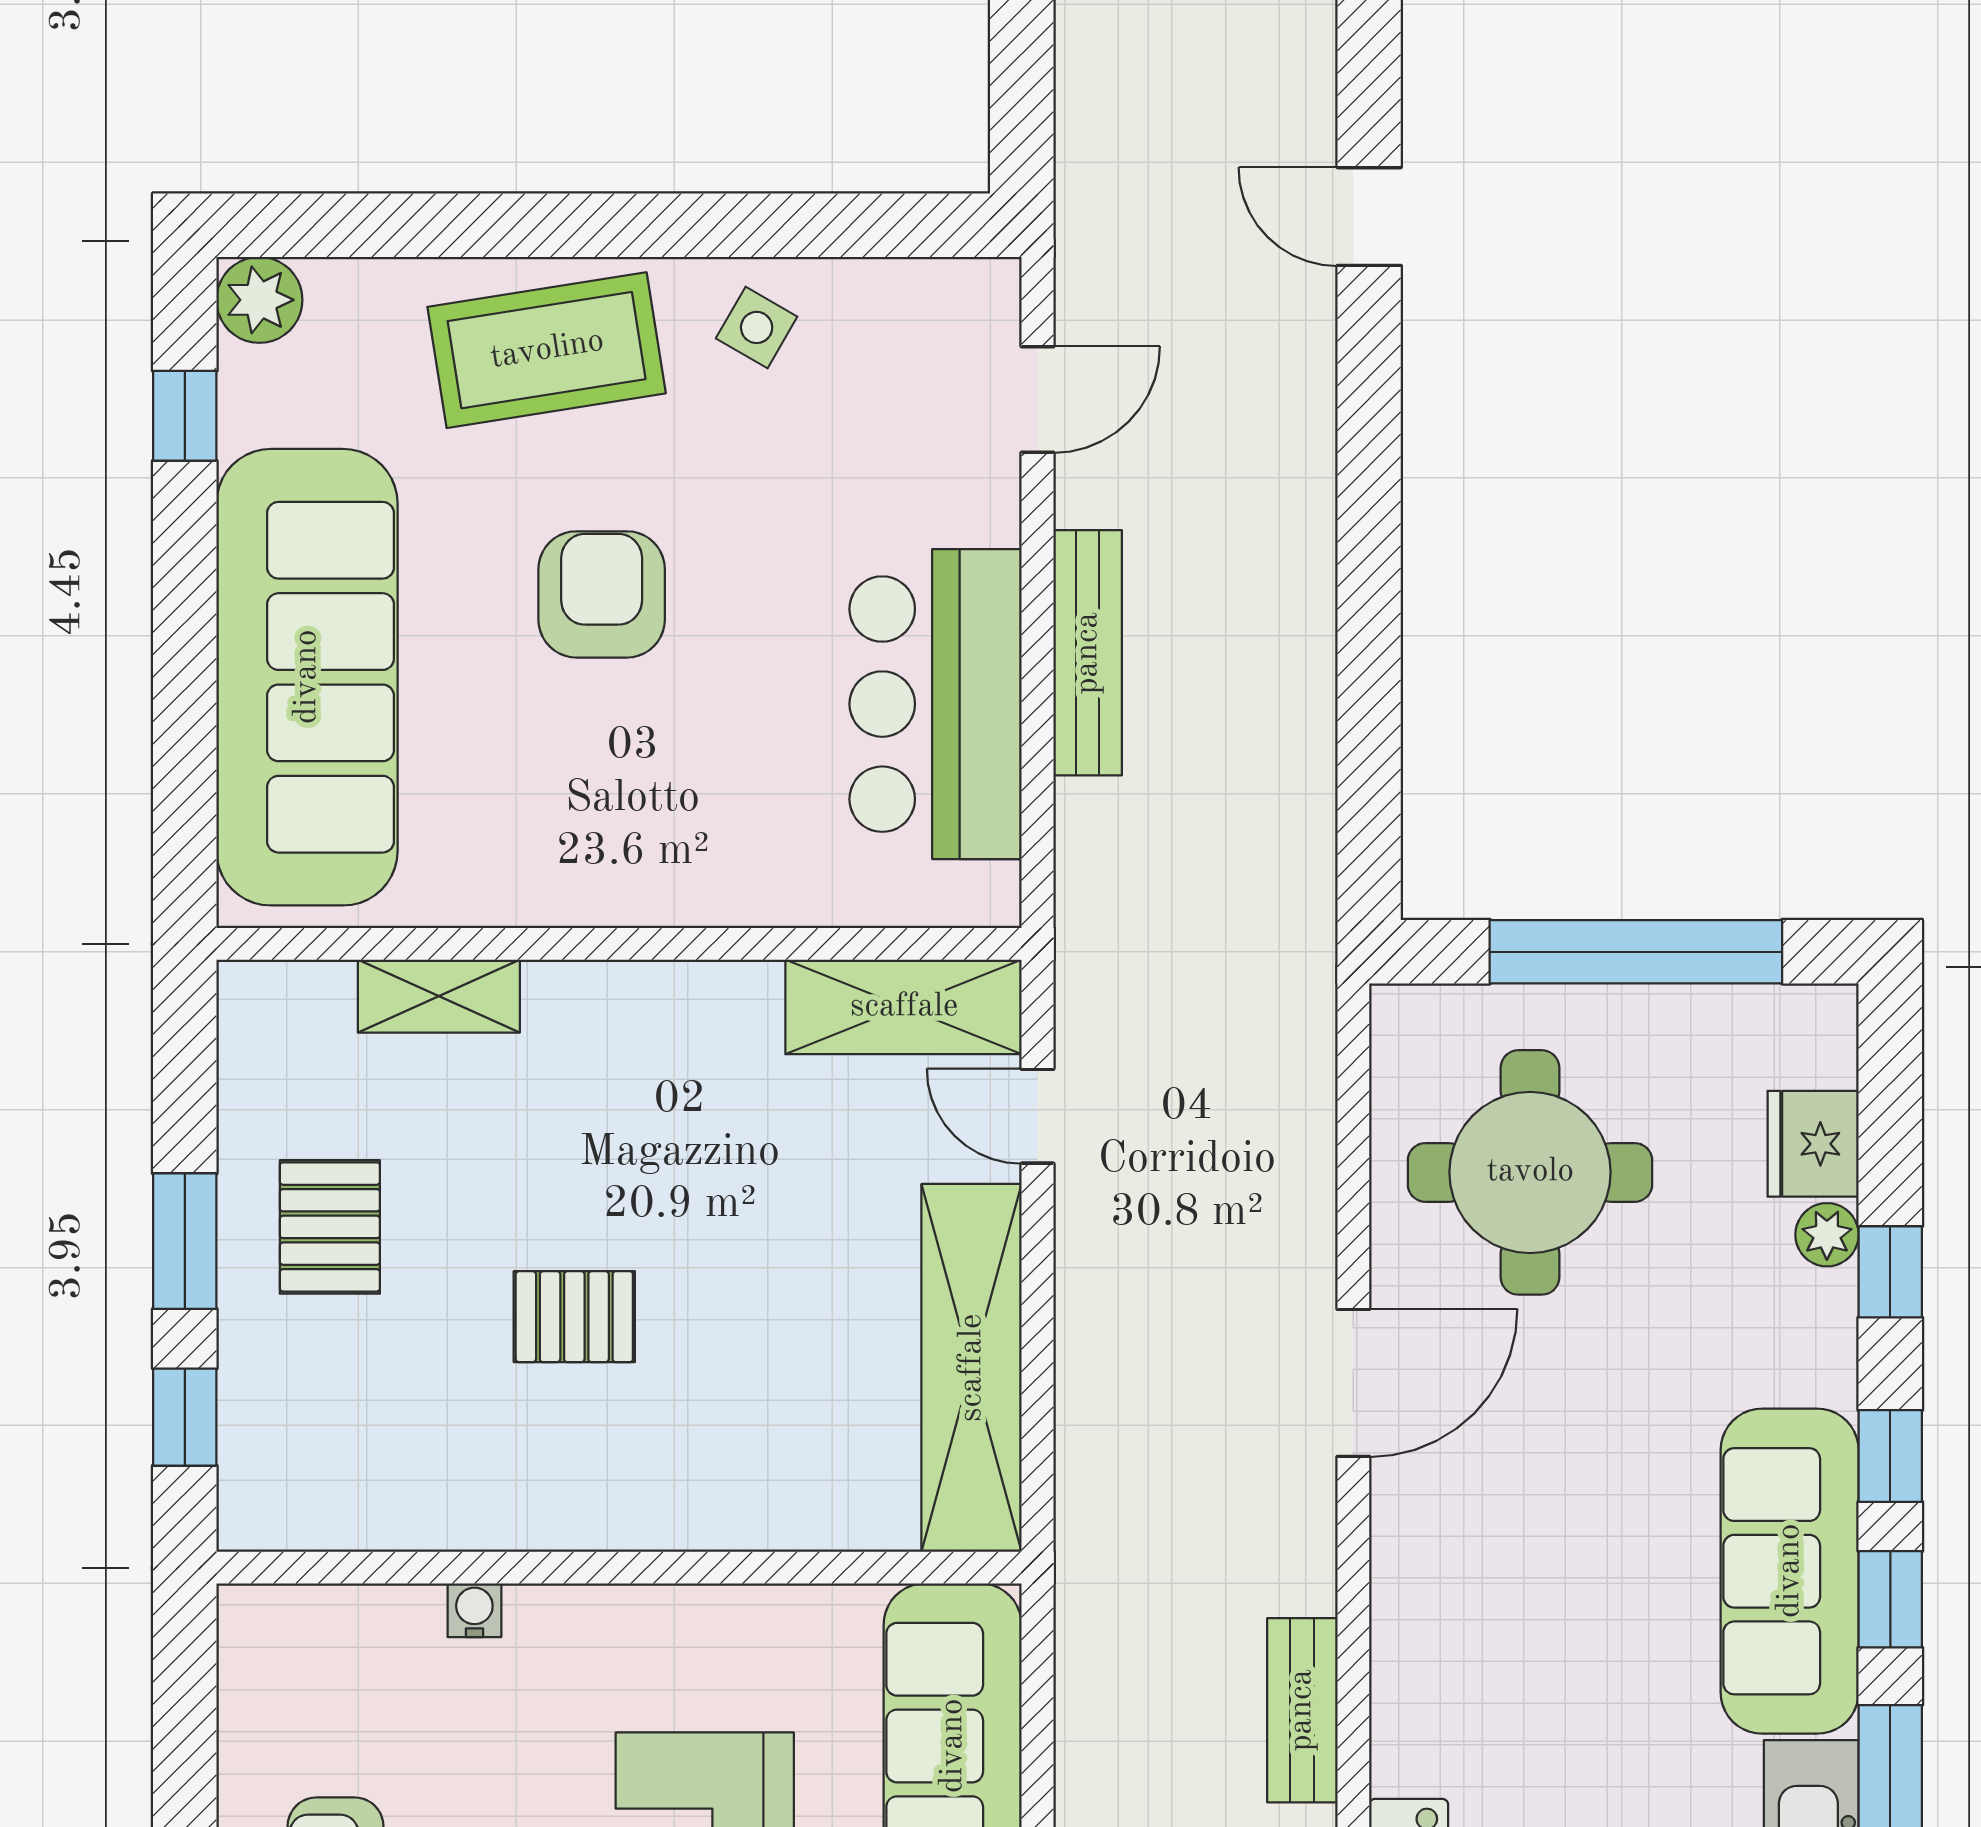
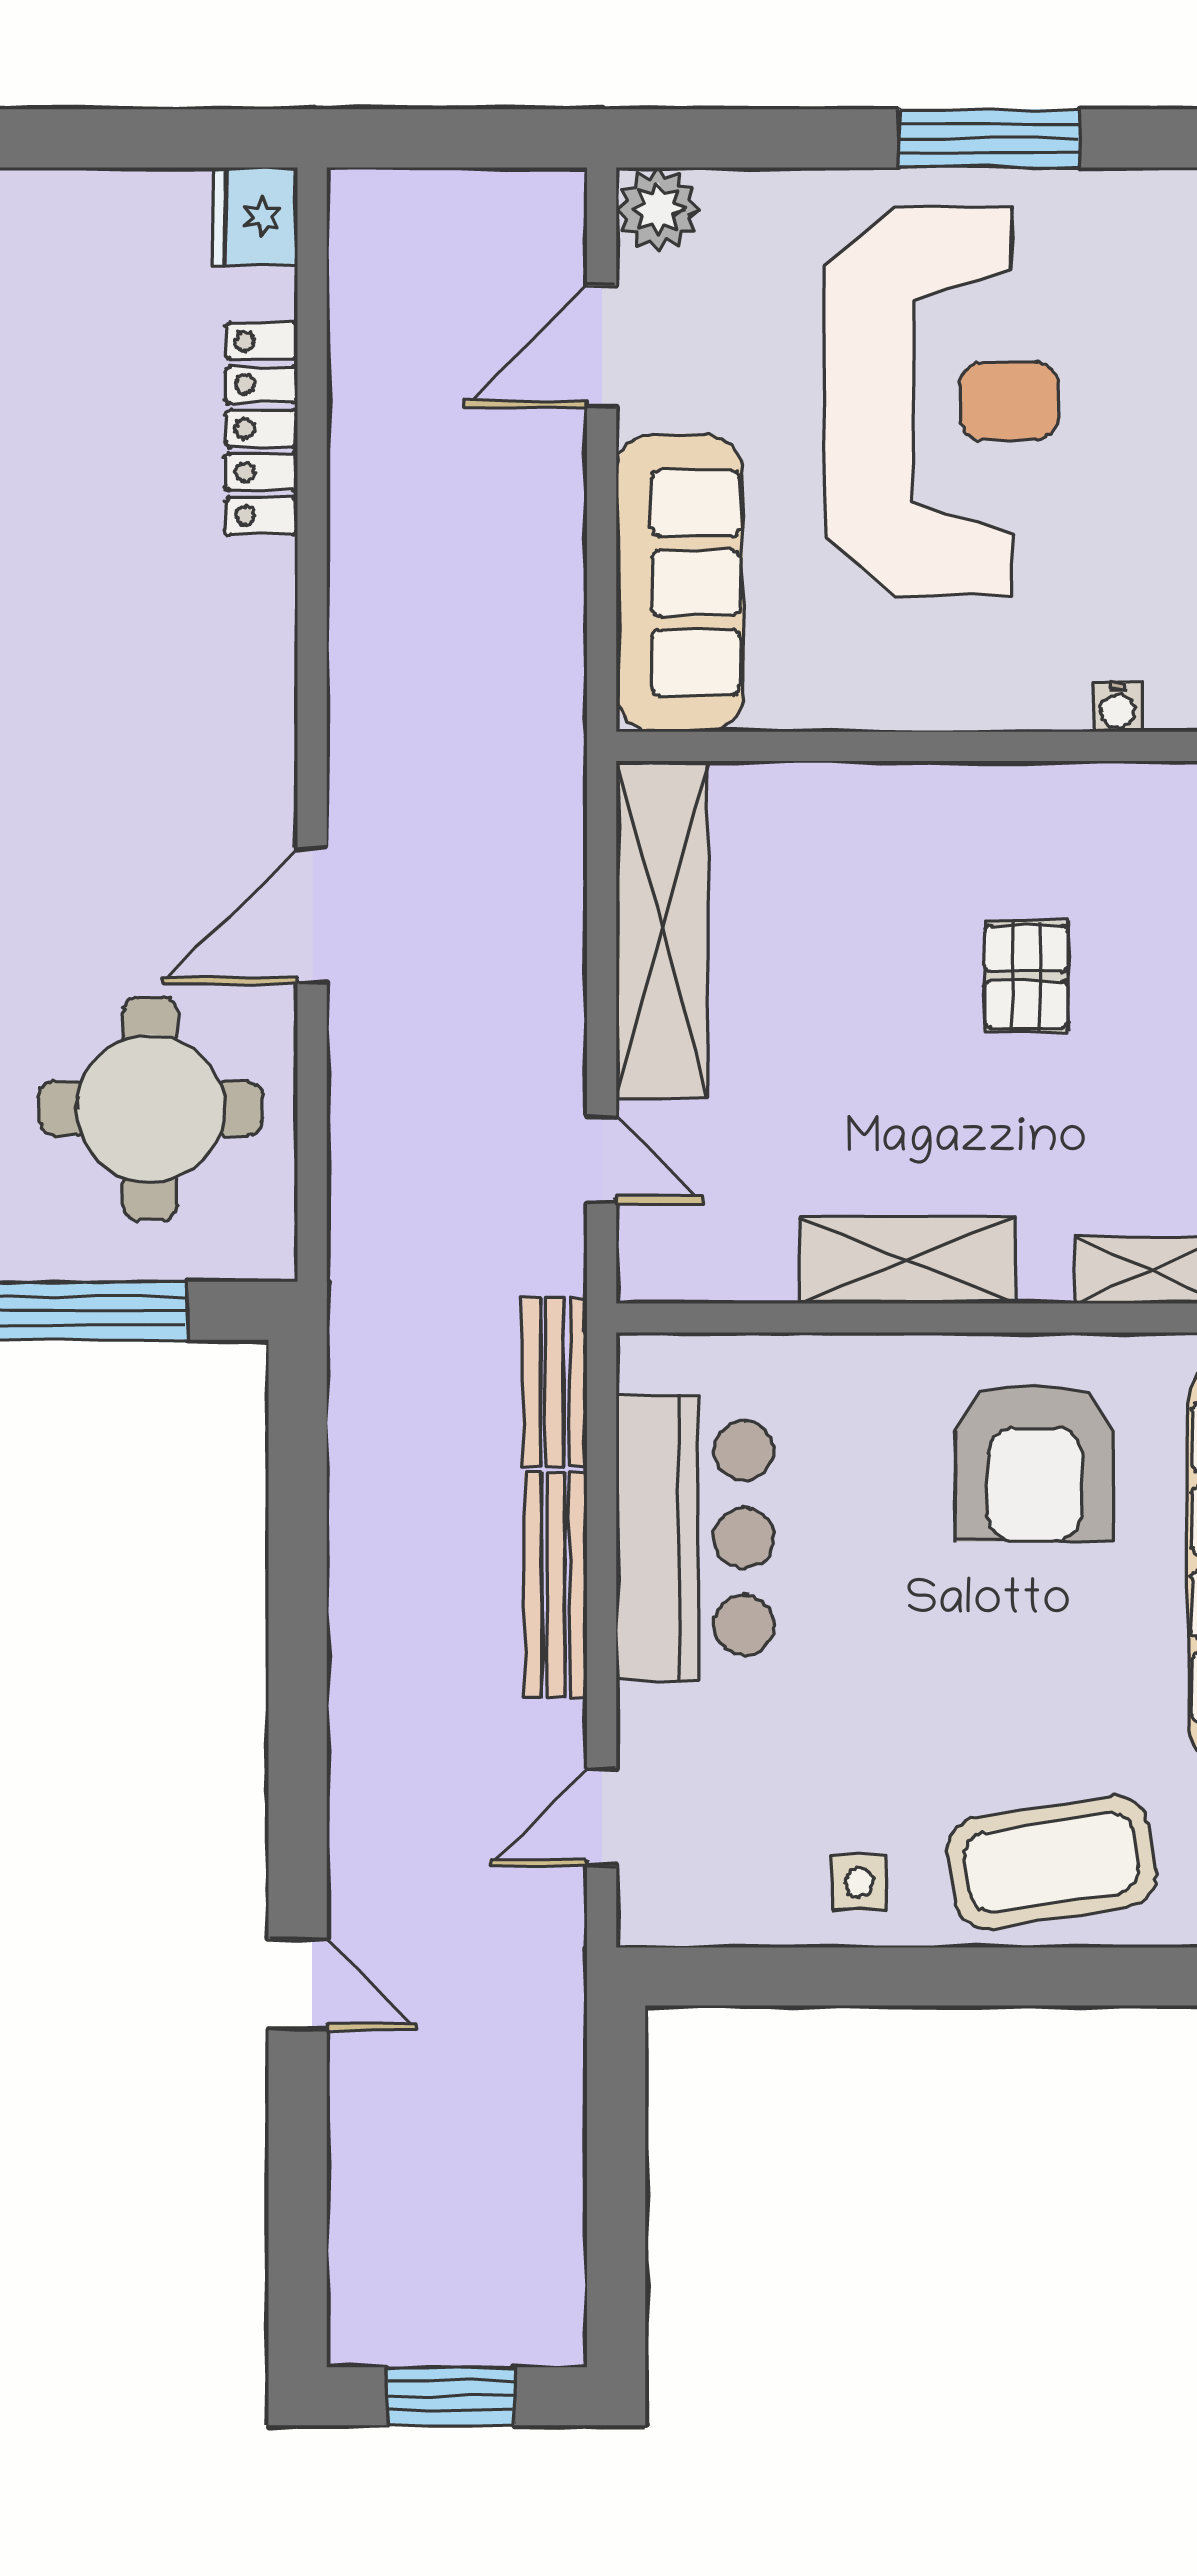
side table: (757, 327) -> (859, 1883), turned -30
armchair: (602, 594) -> (1035, 1462), moved, width x1.36, depth x1.36
shelving: (904, 1007) -> (907, 1260), moved
pallet: (574, 1317) -> (1026, 976), turned 90
bench: (1302, 1710) -> (555, 1382), moved

